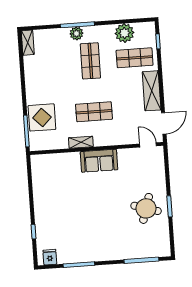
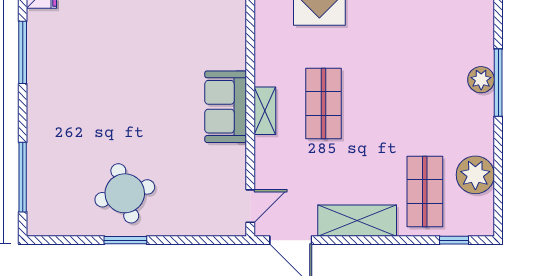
shop shelf: (90, 61) -> (425, 104), removed
shelving: (81, 142) -> (265, 111), moved
round table: (146, 208) -> (125, 193), turned -33

